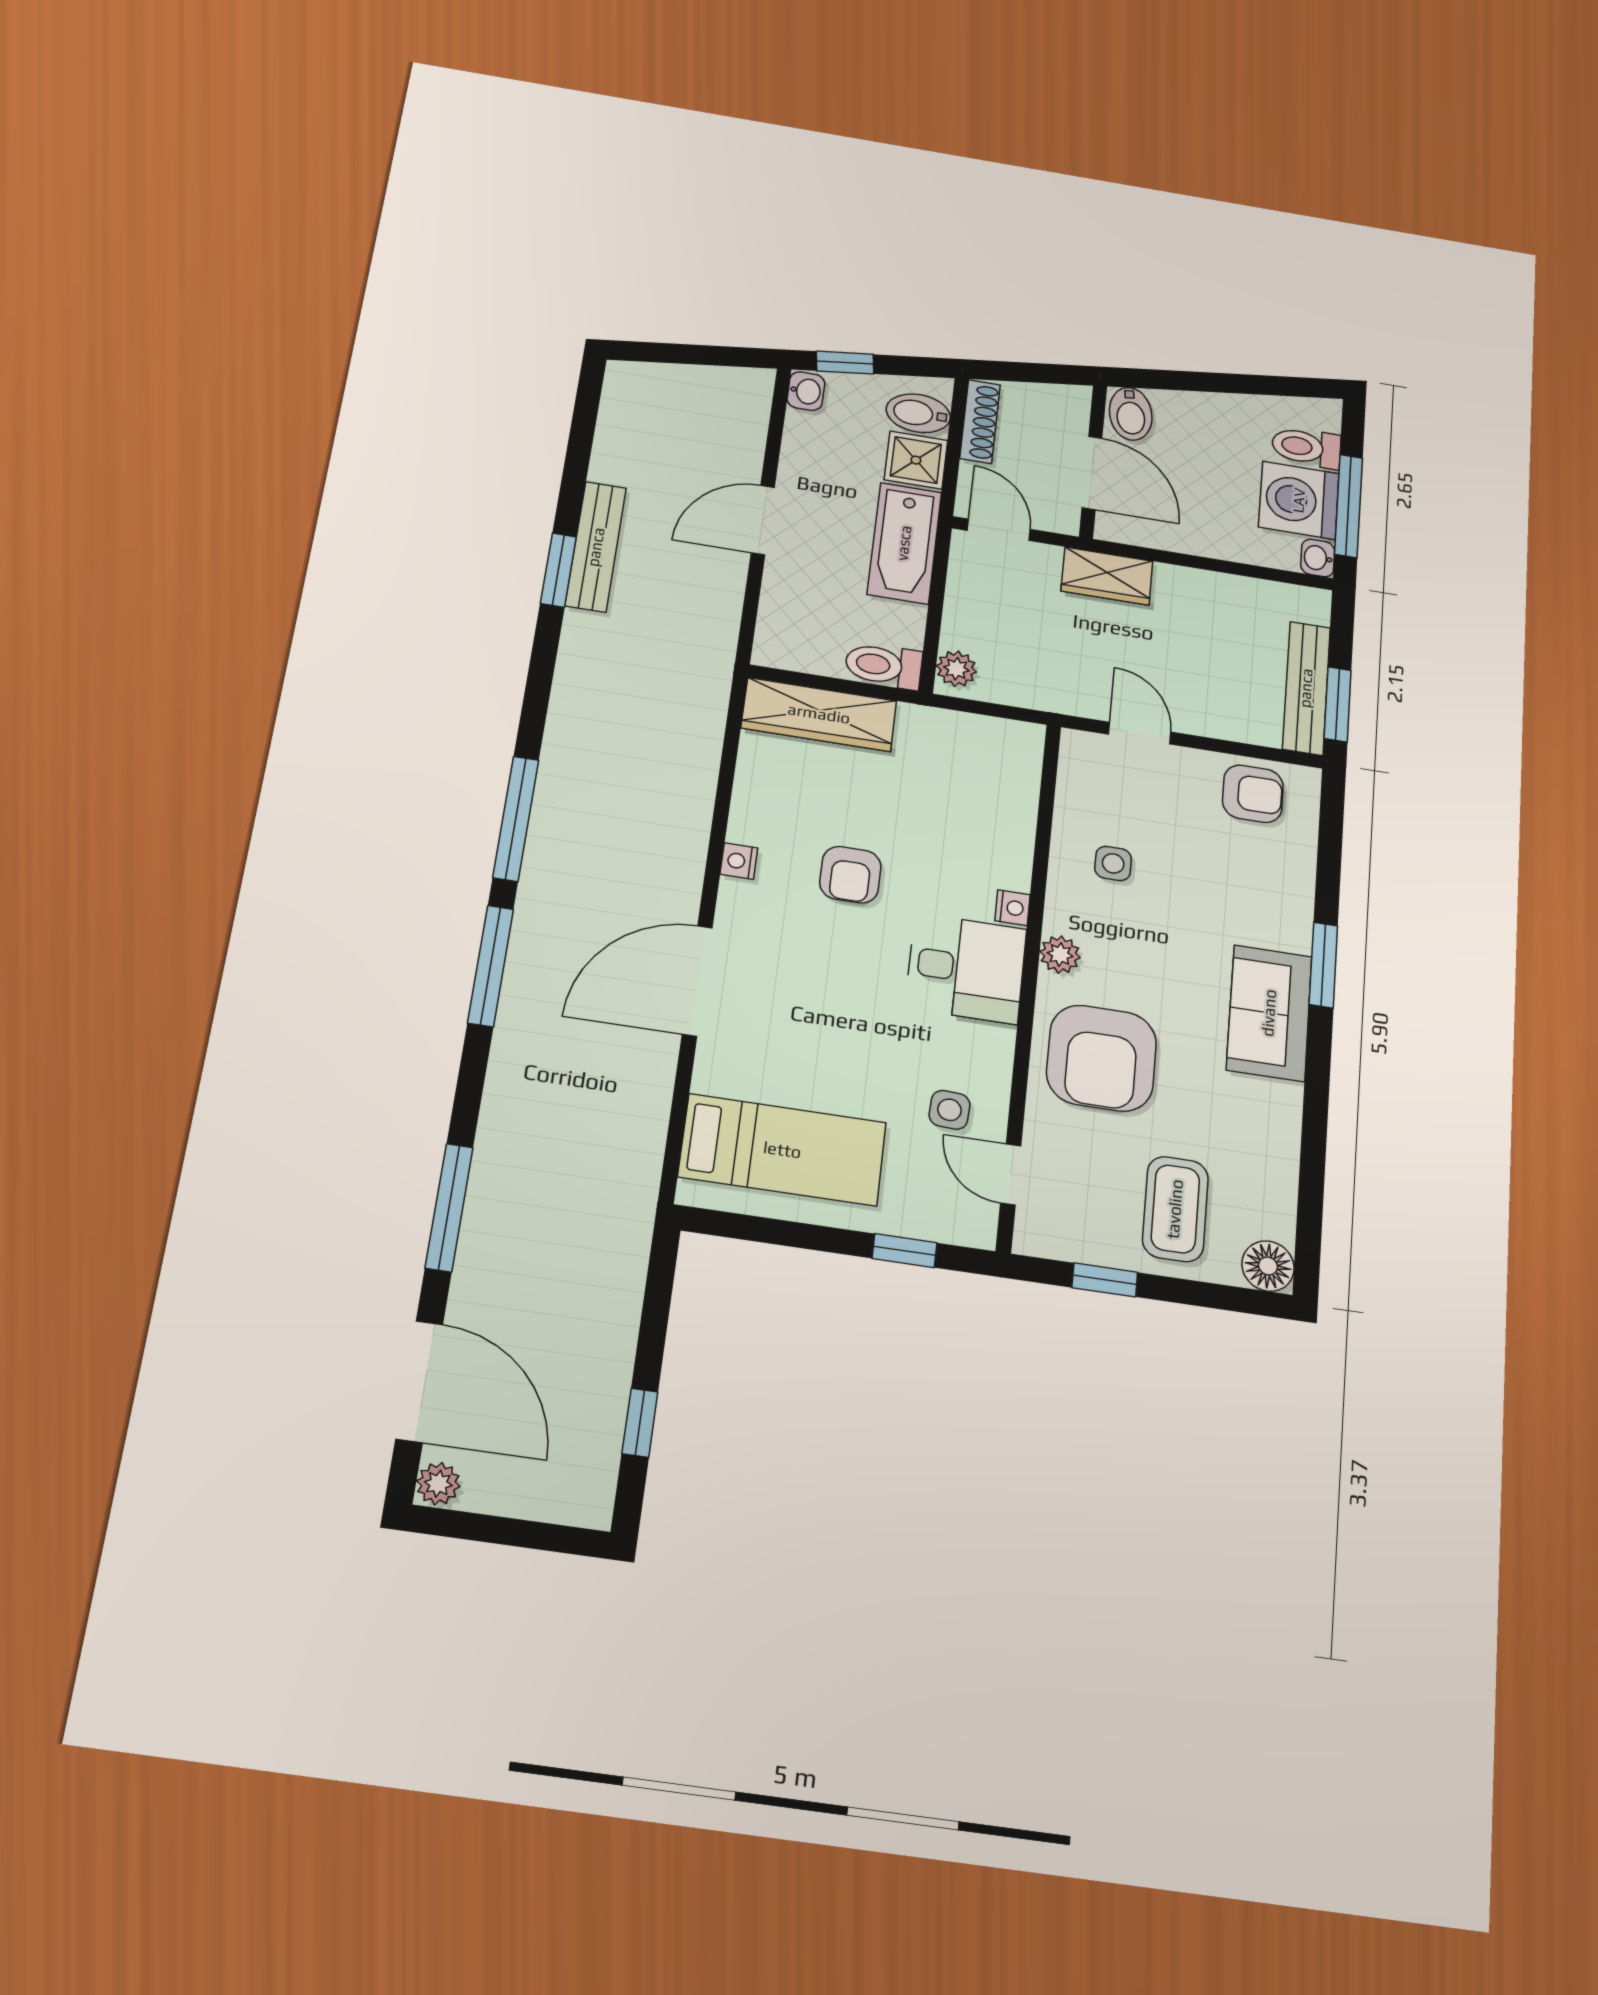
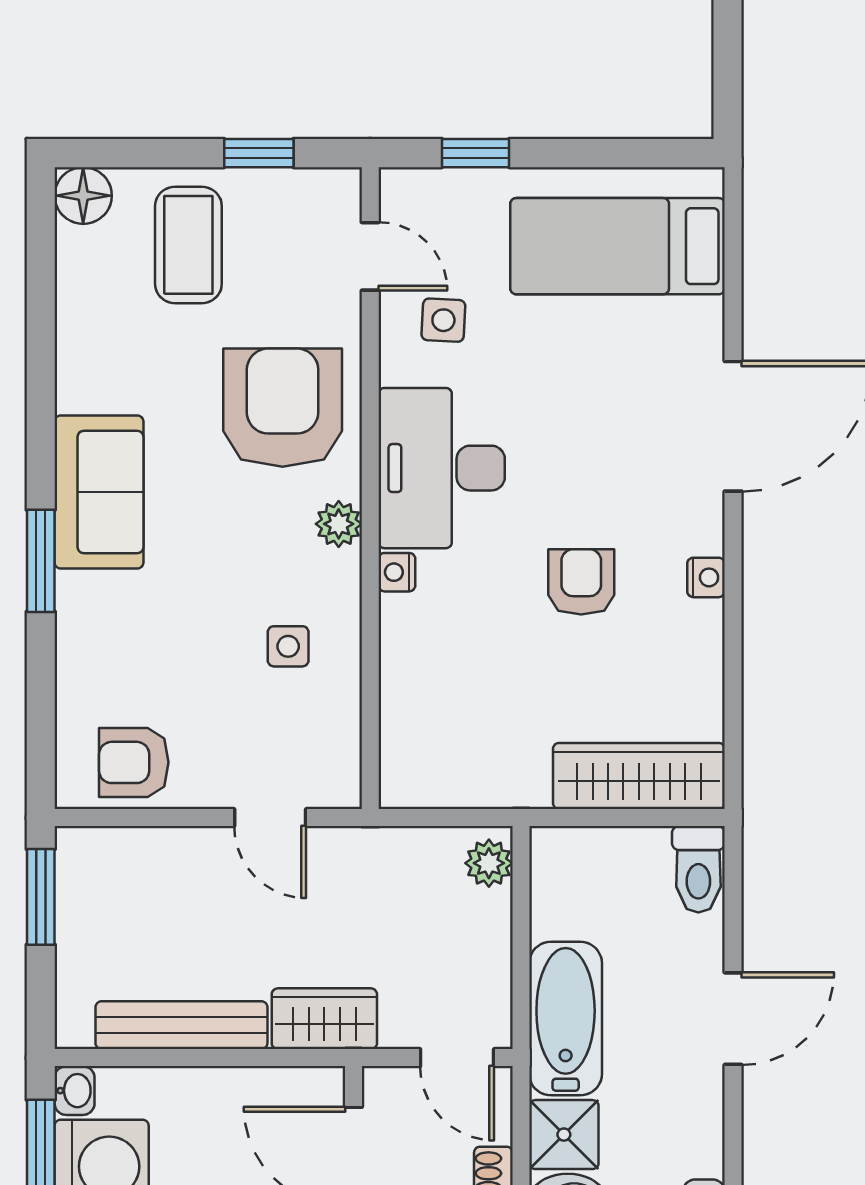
toilet: (884, 666) -> (698, 869), moved, turned 90
bench: (1306, 688) -> (181, 1025), moved, turned 90
desk: (966, 968) -> (442, 468), width x1.37

